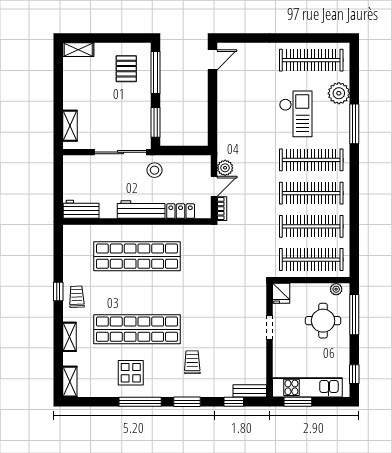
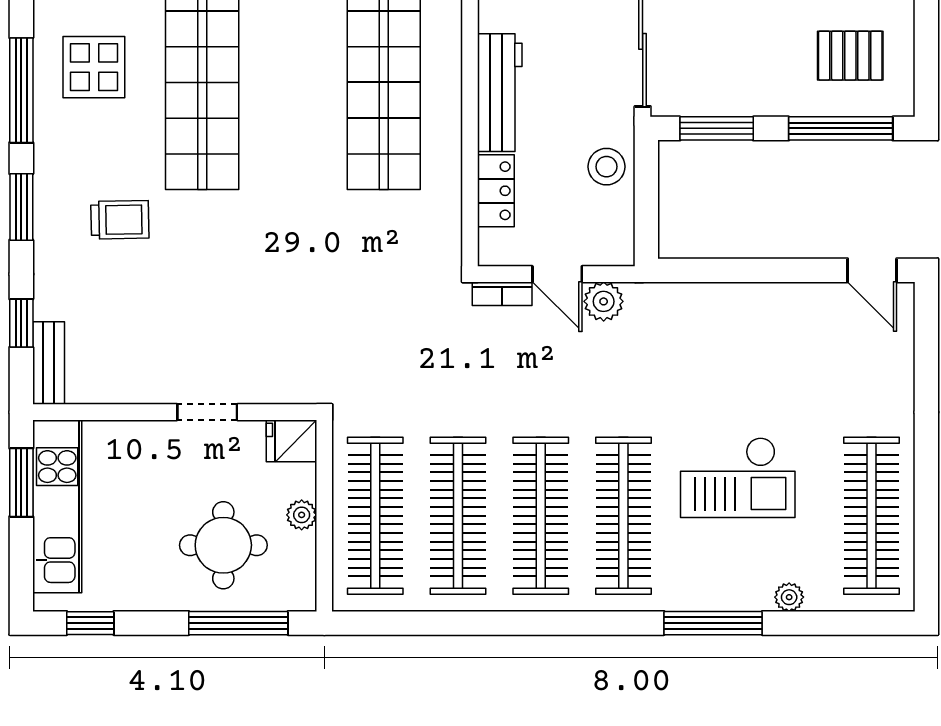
plant: (339, 93) -> (789, 597), width x0.53, depth x0.53
stool: (154, 170) -> (607, 167), moved
plant: (336, 289) -> (302, 515), moved

